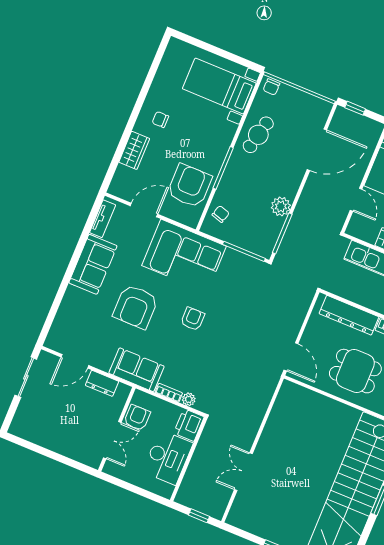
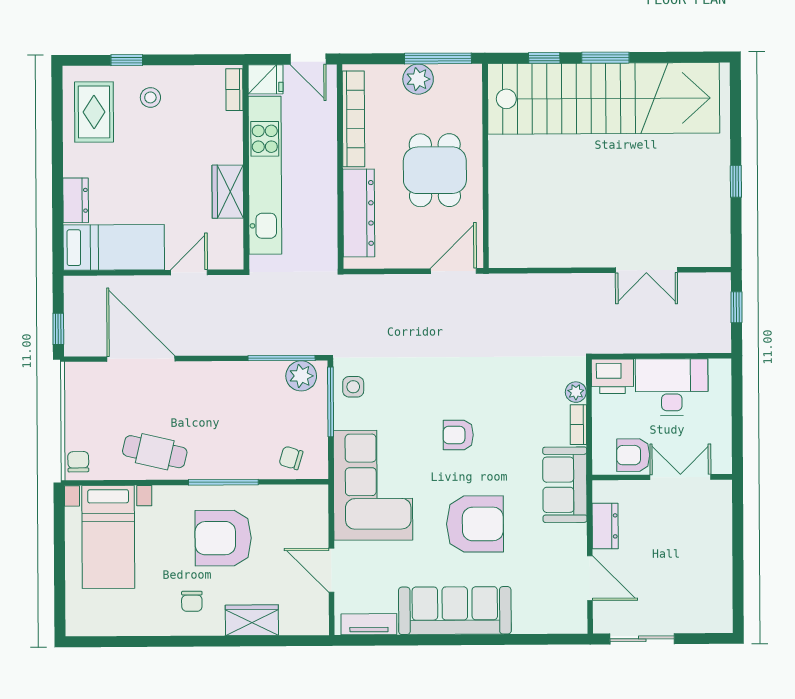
chair: (271, 87) -> (78, 462), turned -91
armchair: (189, 186) -> (223, 538), moved
plant: (281, 206) -> (301, 376), moved
sofa: (93, 264) -> (455, 611), width x1.36
side table: (247, 269) -> (353, 387), added

